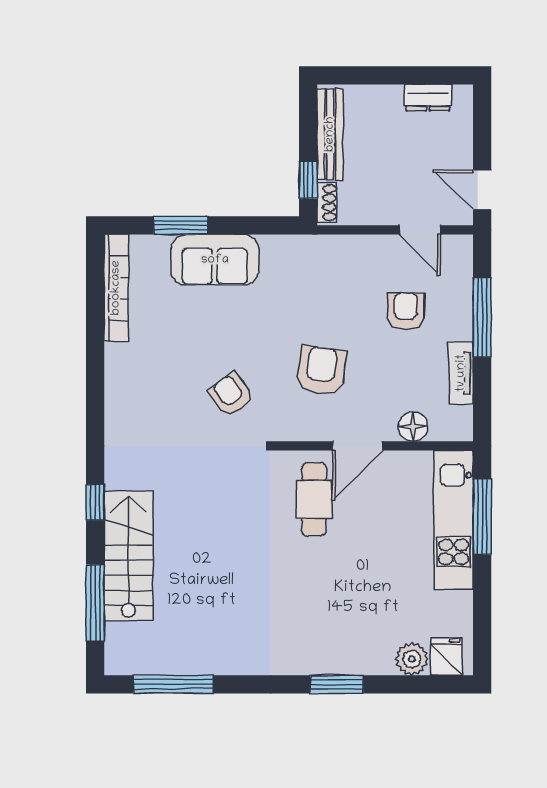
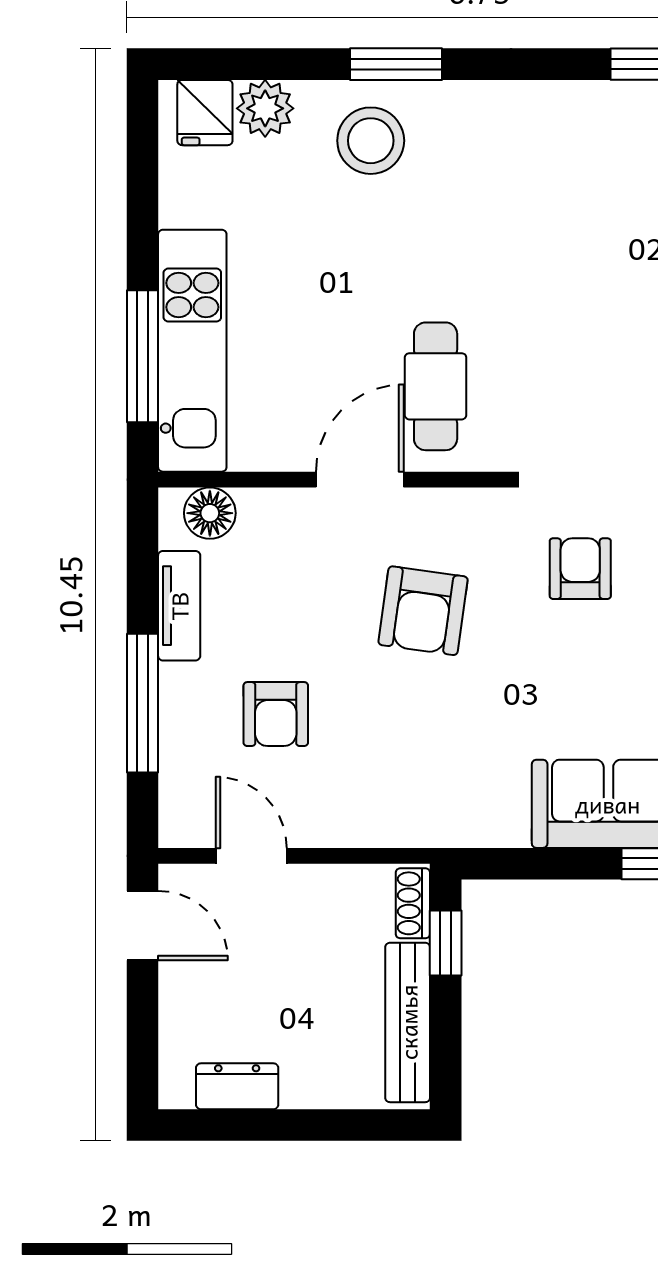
armchair: (231, 395) -> (580, 569), turned -144
floor lamp: (413, 427) -> (210, 513), moved
stool: (351, 640) -> (371, 141), added

